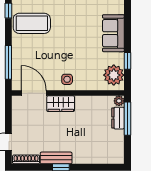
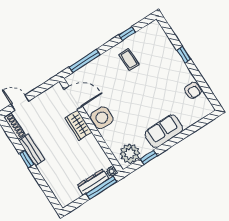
coffee table: (32, 23) -> (129, 59), width x0.54, depth x0.58
side table: (67, 79) -> (102, 118), width x1.87, depth x1.87
door: (34, 93) -> (73, 98), hinge flipped
dresser: (118, 118) -> (93, 182), width x1.44

